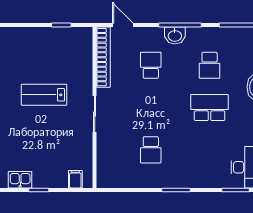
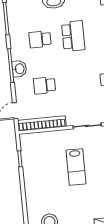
school desk: (210, 65) -> (40, 39), turned 180
school desk: (210, 108) -> (73, 36), turned 180

